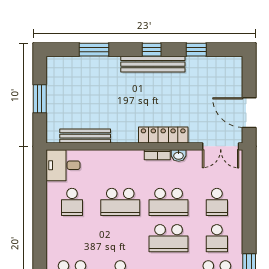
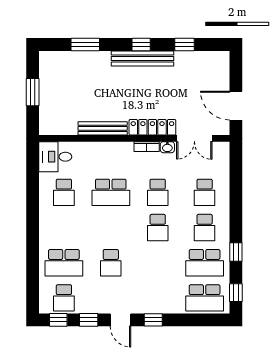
bench: (85, 136) -> (103, 128), moved
double door: (221, 146) -> (194, 138), moved
school desk: (169, 202) -> (158, 192), width x0.54
school desk: (169, 238) -> (158, 228), width x0.54

